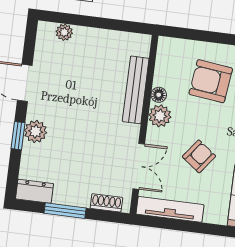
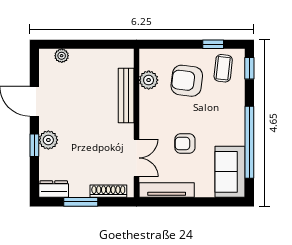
floor lamp: (159, 95) -> (145, 97), removed
plant: (160, 116) -> (149, 80), moved
armchair: (199, 156) -> (185, 144), turned -127
shoe rack: (106, 203) -> (108, 191), width x1.43

